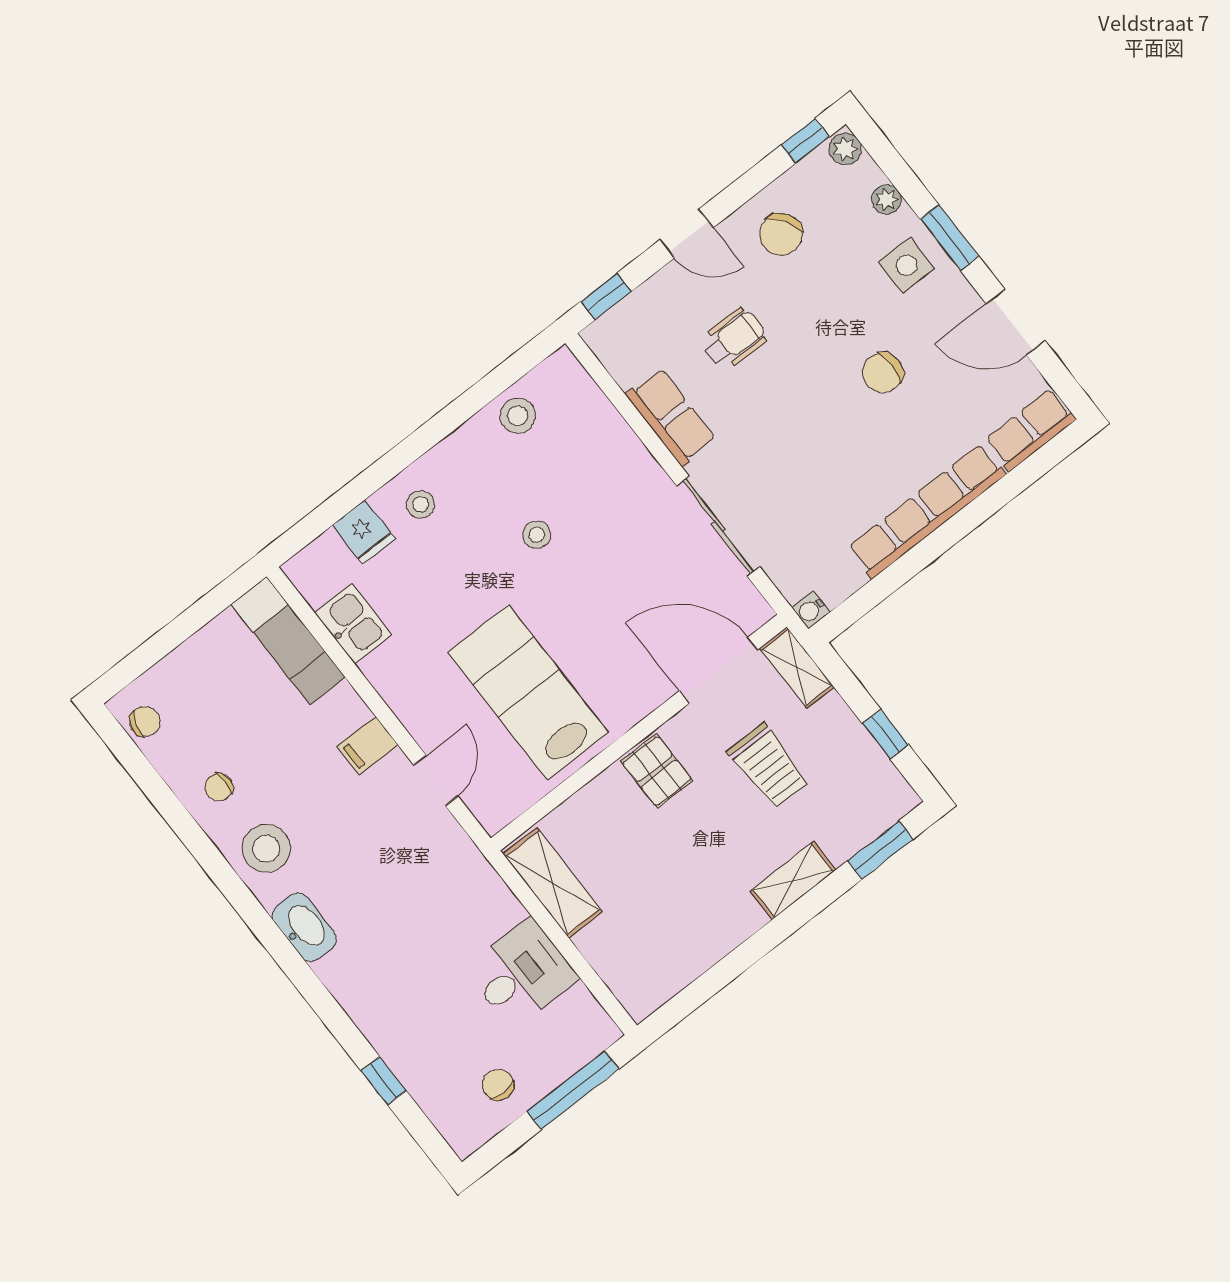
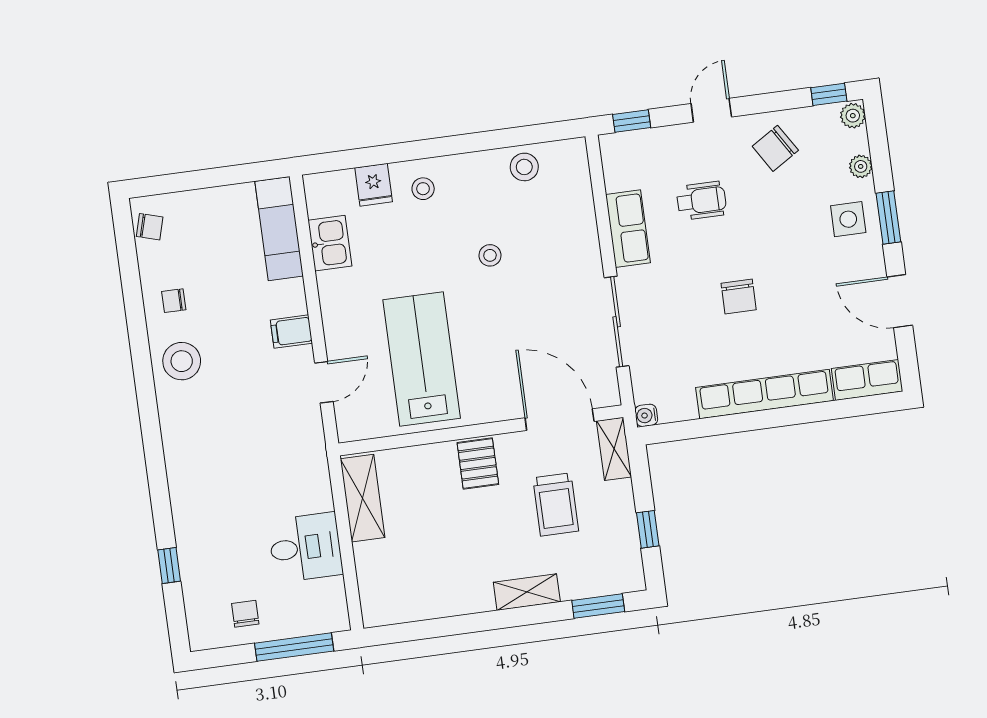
door: (687, 234) -> (711, 110), swing flipped
chair: (883, 373) -> (739, 297), moved, turned -90
washbasin: (304, 927) -> (176, 430), removed

